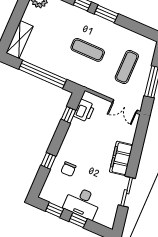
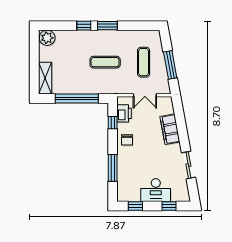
double door: (125, 106) -> (145, 95), moved
filing cabinet: (121, 158) -> (170, 129), moved
window: (48, 161) -> (113, 168), width x2.17
chair: (68, 169) -> (127, 140), moved
window: (78, 220) -> (169, 206), moved

